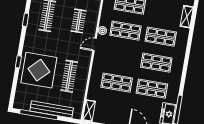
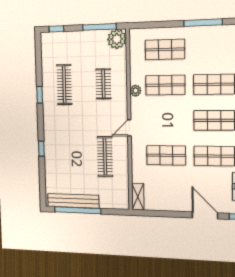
door: (95, 44) -> (129, 128), moved
display table: (39, 70) -> (67, 155), removed
bench: (52, 109) -> (73, 201), moved

